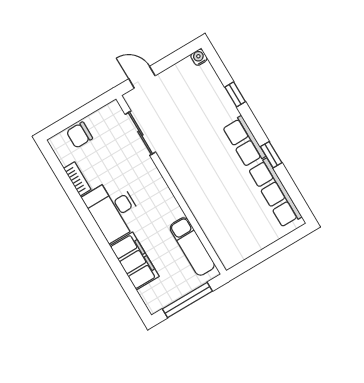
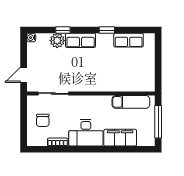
plant: (216, 95) -> (57, 41), added
chair: (79, 135) -> (43, 120), moved
row of seats: (244, 142) -> (81, 40), moved
row of seats: (275, 193) -> (129, 40), width x0.68

